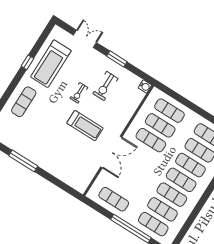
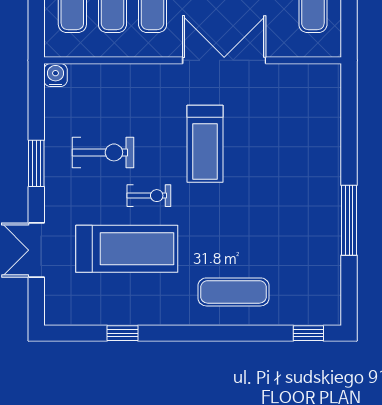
window: (27, 62) -> (122, 333), moved
treadmill: (51, 64) -> (127, 249), moved
treadmill: (85, 126) -> (205, 144), turned 180

